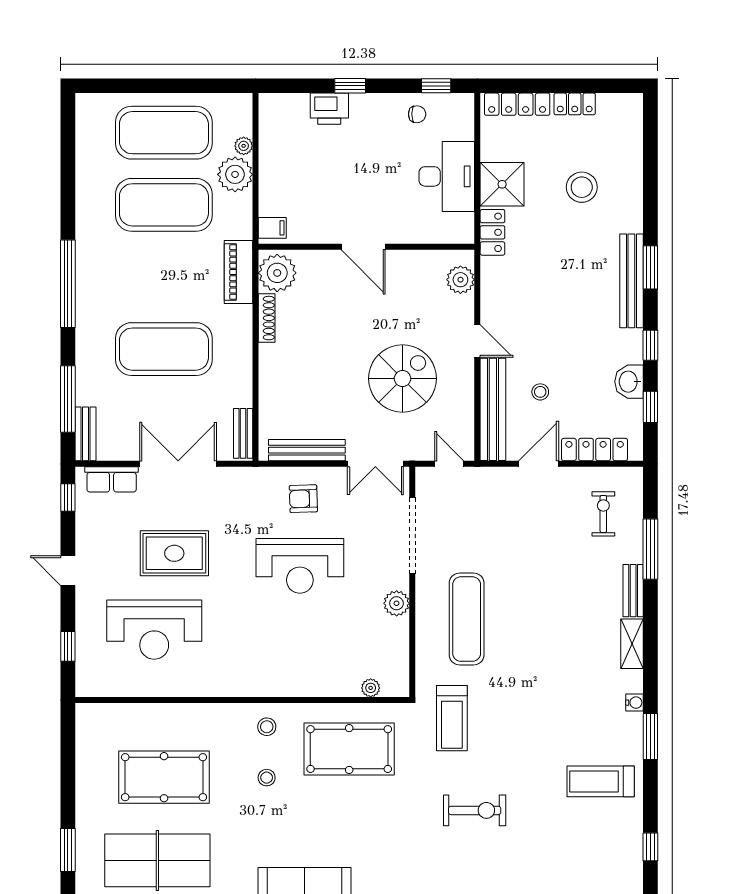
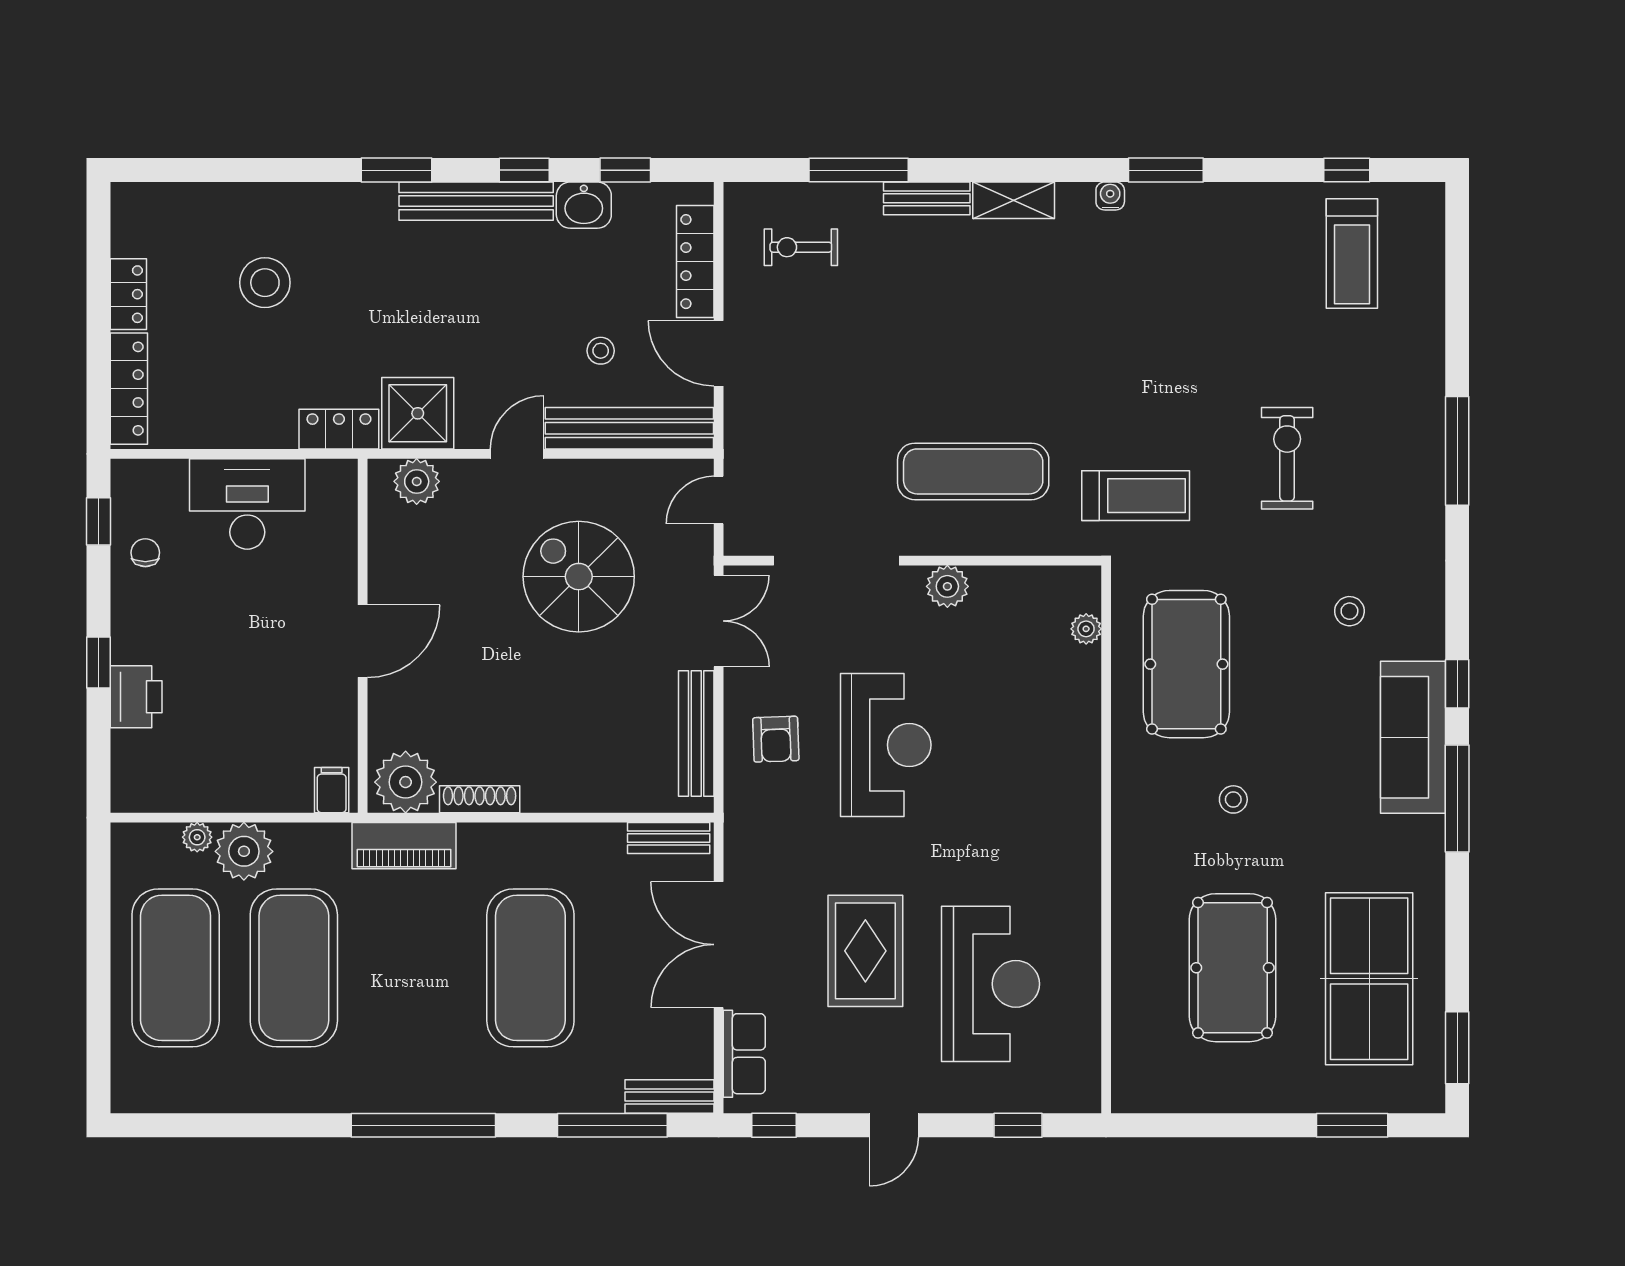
shower: (502, 184) -> (418, 413), moved
bench: (631, 281) -> (476, 201), moved
stool: (267, 727) -> (1349, 611), moved
treadmill: (601, 781) -> (1352, 253), moved

